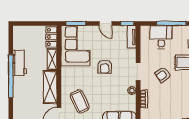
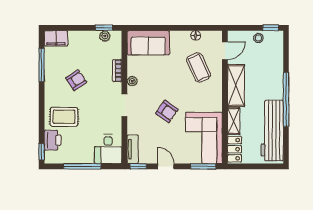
desk: (161, 37) -> (108, 149), moved
workbench: (20, 63) -> (272, 131), width x1.88, depth x1.32
armchair: (105, 67) -> (167, 111), turned 125
armchair: (163, 75) -> (76, 80), moved

